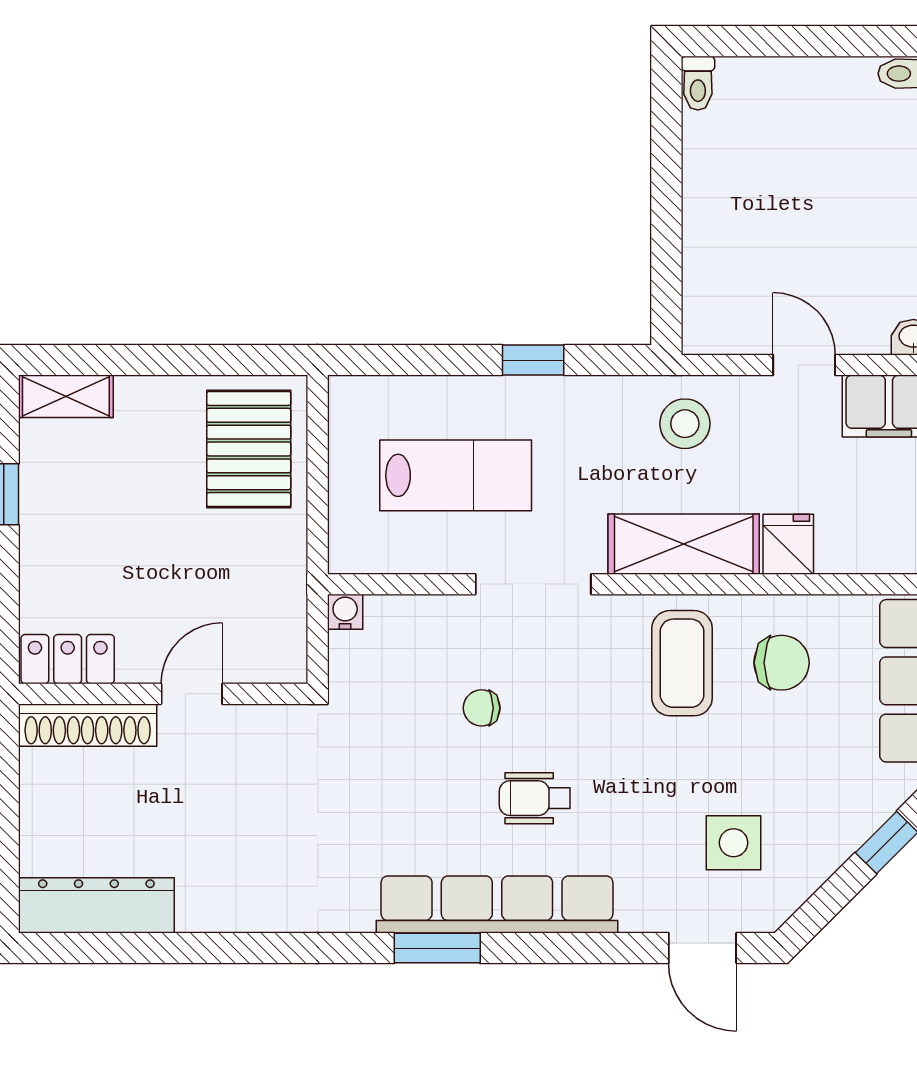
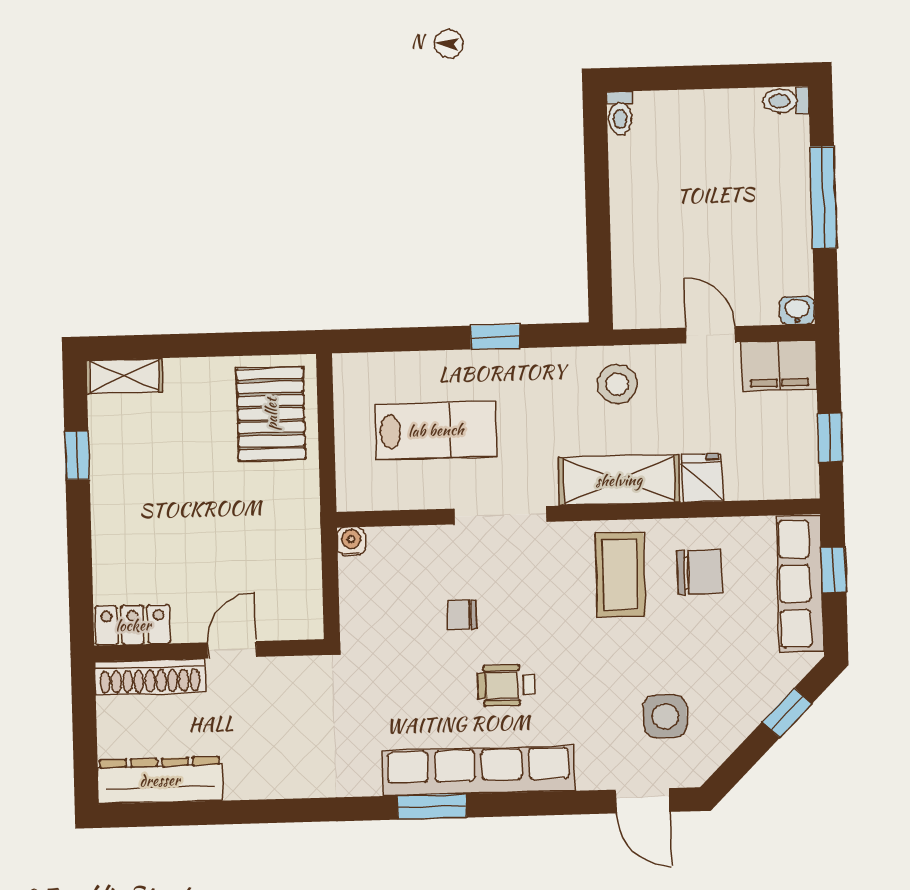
locker: (68, 659) -> (133, 625), moved
wall: (163, 694) -> (209, 650), moved
door: (192, 694) -> (232, 650), moved
shoe rack: (88, 725) -> (150, 677), moved

